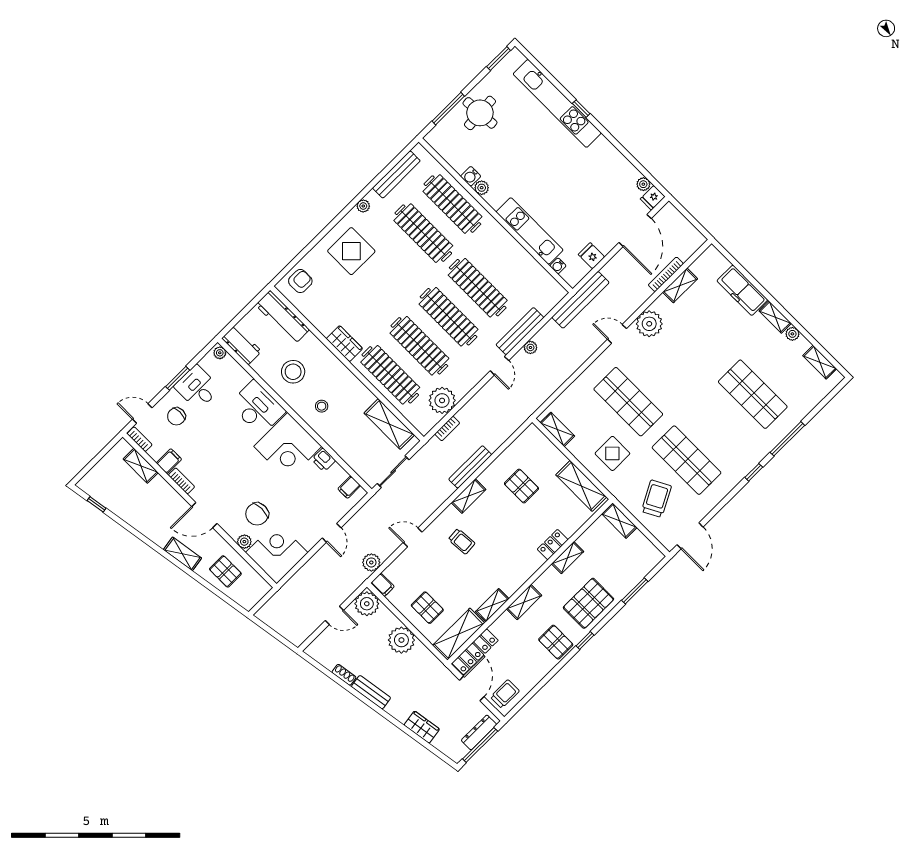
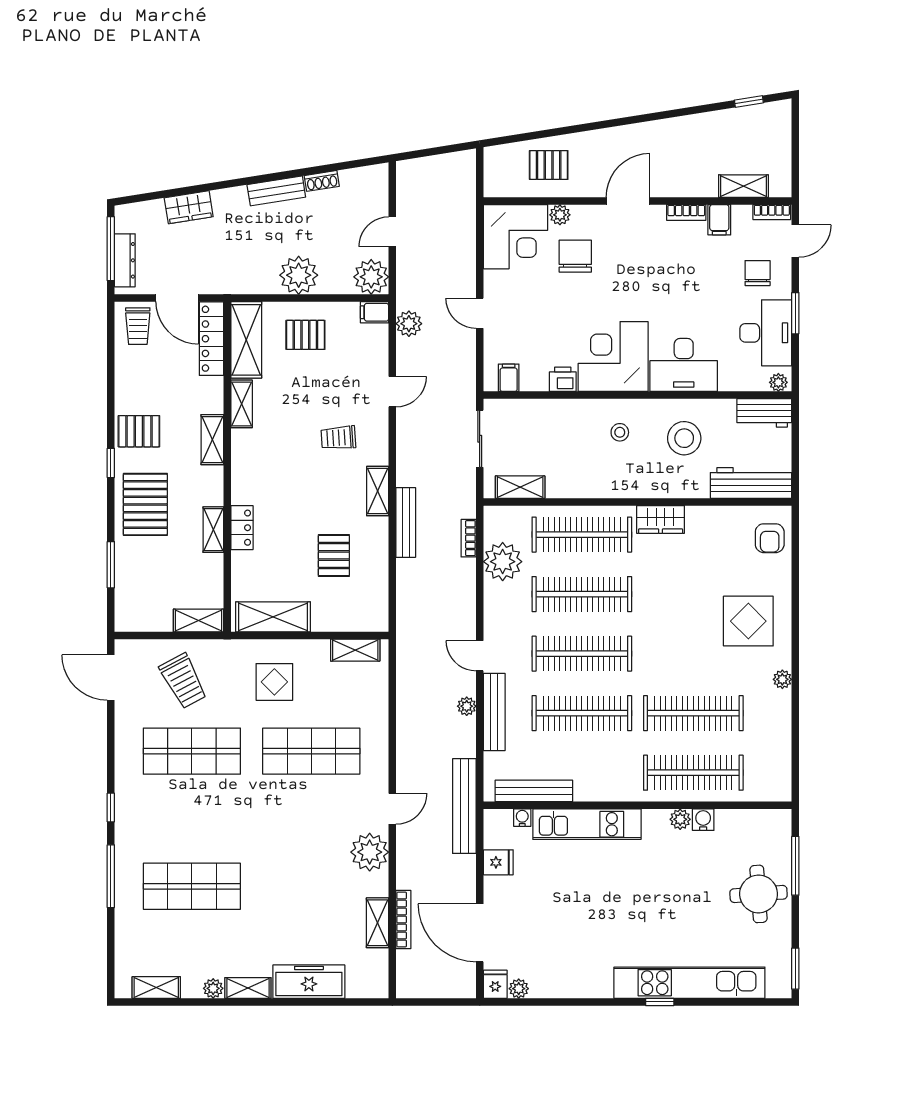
bench: (396, 174) -> (534, 791), moved, turned 90
desk: (197, 388) -> (766, 333), width x1.37
shelving: (389, 424) -> (520, 487), width x0.67, depth x0.75
pallet: (521, 486) -> (334, 556), turned 90
shelving: (182, 554) -> (610, 139), removed

